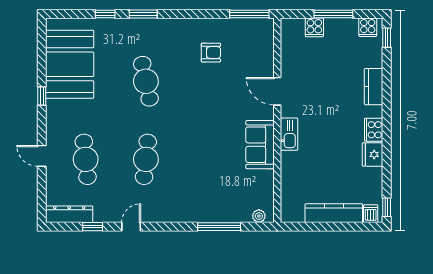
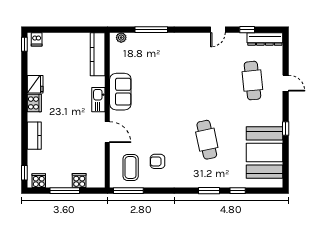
coffee table: (247, 45) -> (131, 167), added
cafe table: (146, 159) -> (207, 81), removed
kitchen counter: (334, 213) -> (98, 54), moved, turned 90

